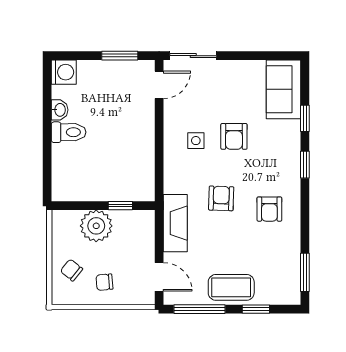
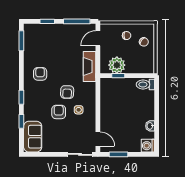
door: (159, 85) -> (98, 139), swing flipped
toilet: (69, 132) -> (145, 85), moved
armchair: (221, 198) -> (67, 92), moved
plant: (96, 226) -> (117, 65), moved
door: (159, 277) -> (98, 38), hinge flipped
coffee table: (231, 287) -> (60, 33), removed

